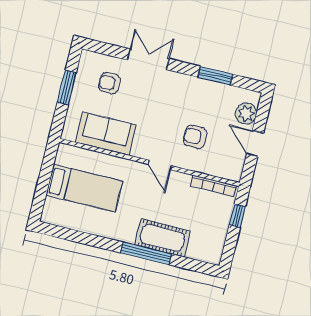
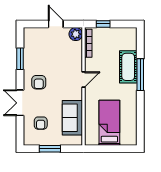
plant: (246, 114) -> (76, 34), moved
armchair: (195, 137) -> (39, 82), moved
door: (255, 143) -> (56, 24), swing flipped

